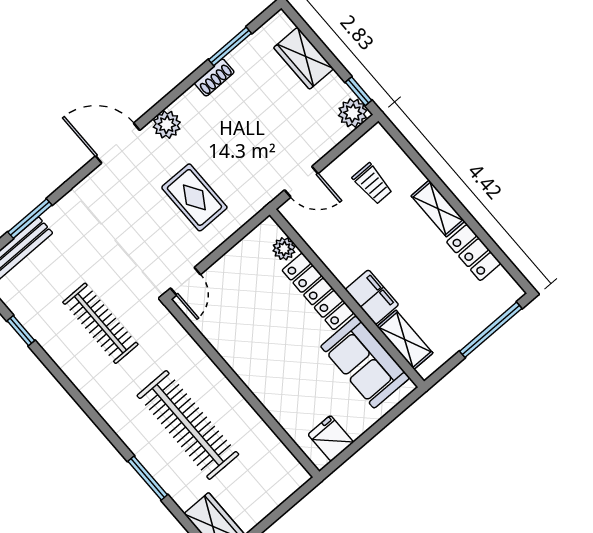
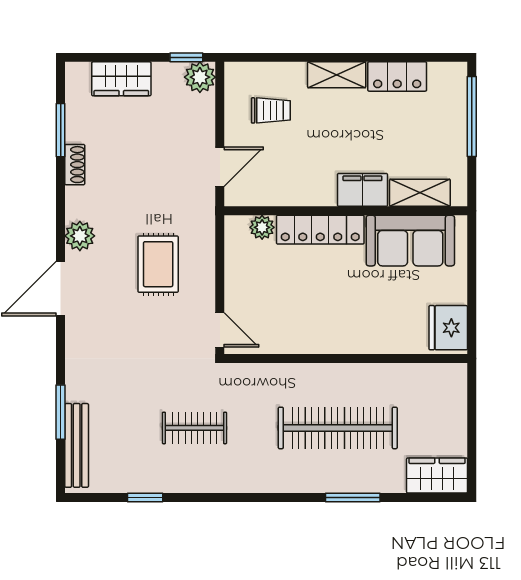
rug: (194, 197) -> (158, 264), turned 90
clothes rail: (100, 323) -> (194, 428), width x0.73
fridge: (331, 438) -> (448, 328), width x1.38

